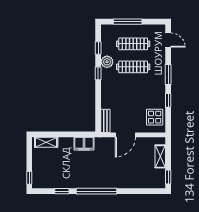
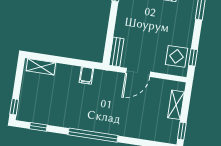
window: (168, 100) -> (193, 58), moved
filing cabinet: (84, 144) -> (86, 75), width x0.50
window: (62, 191) -> (38, 127), moved

